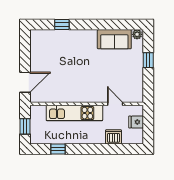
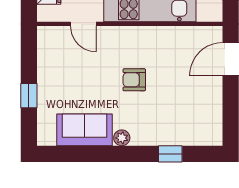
plant: (137, 34) -> (122, 138), moved
armchair: (84, 70) -> (134, 80), added

